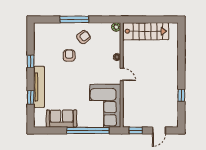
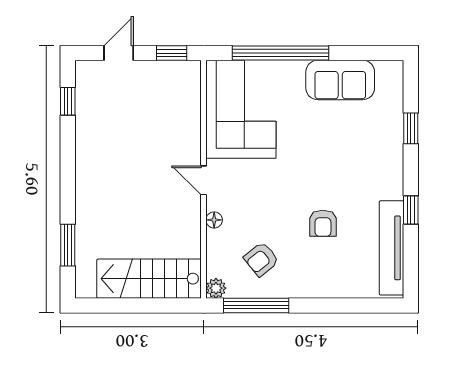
window: (74, 19) -> (256, 305), moved
armchair: (83, 37) -> (261, 259), moved
window: (181, 46) -> (68, 245), added
tv unit: (39, 87) -> (391, 248), moved
window: (181, 95) -> (68, 101), moved

